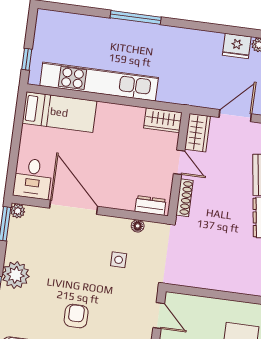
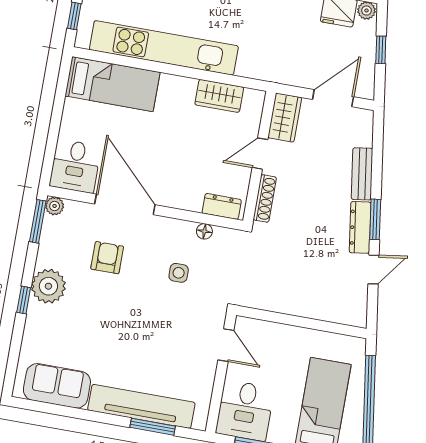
wardrobe: (163, 120) -> (219, 96), moved
door: (179, 162) -> (260, 154), swing flipped
armchair: (76, 316) -> (107, 258), moved

